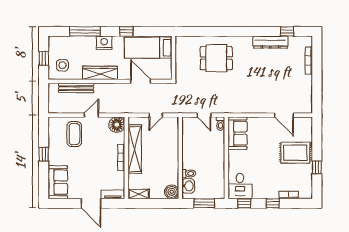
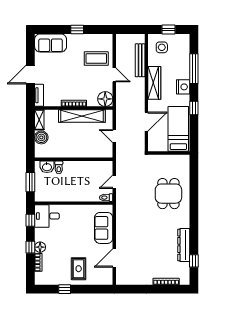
sofa: (237, 133) -> (104, 228), moved, turned 90
rug: (295, 153) -> (79, 269), width x0.73, depth x0.70
boiler: (172, 192) -> (41, 137), moved
floor lamp: (273, 193) -> (40, 247), added

